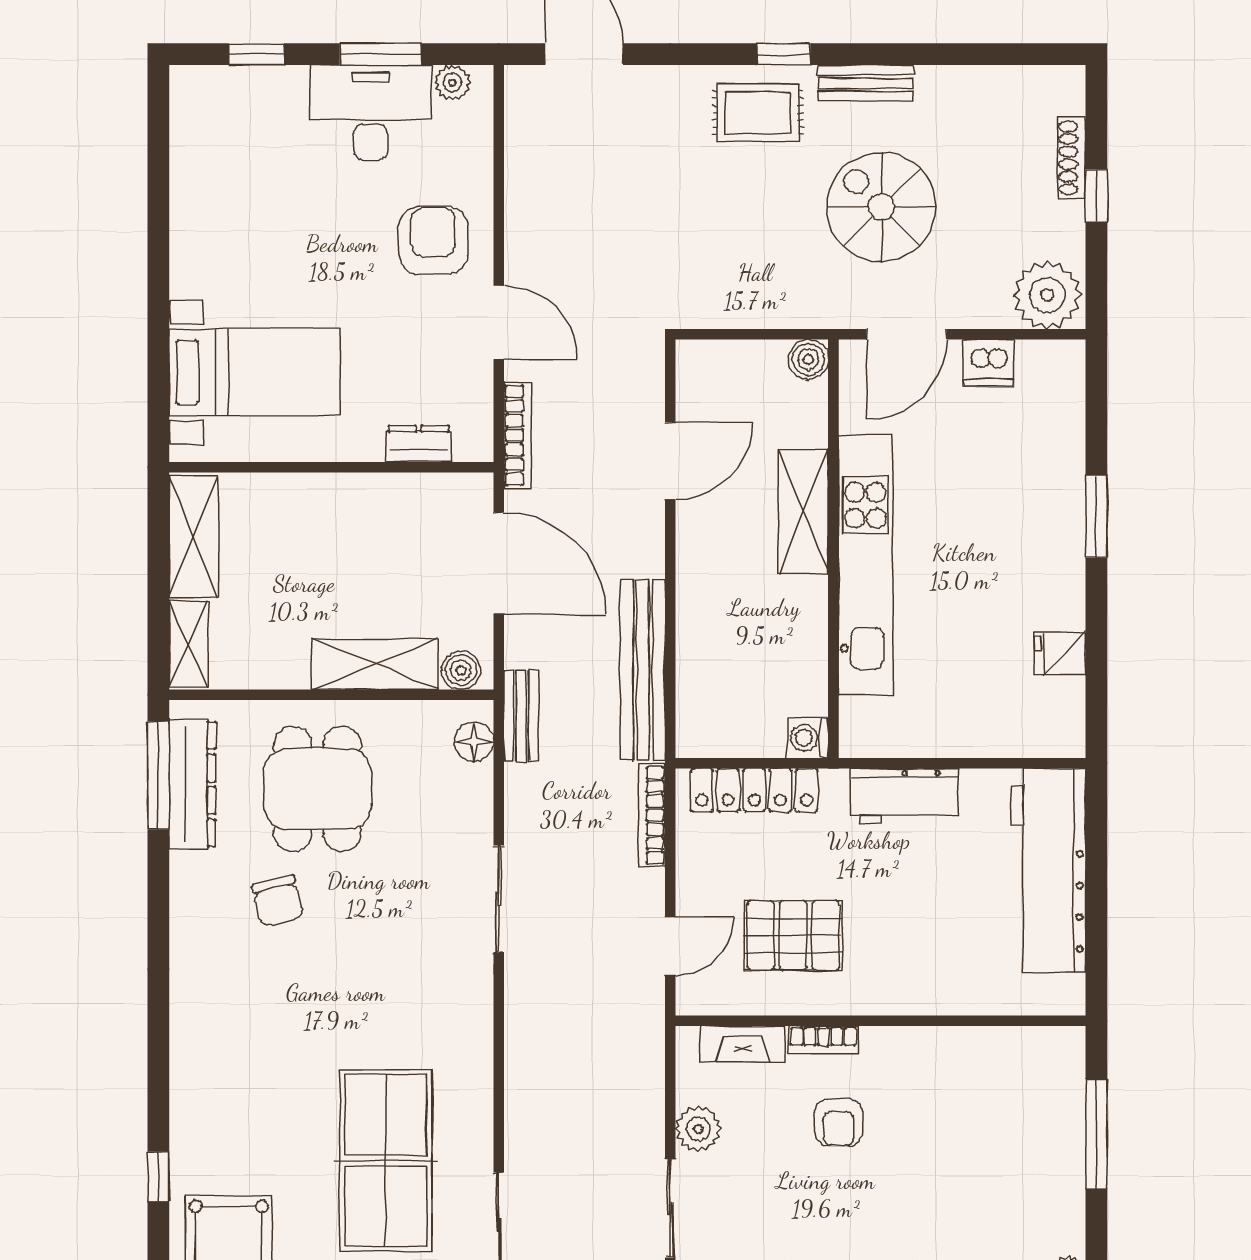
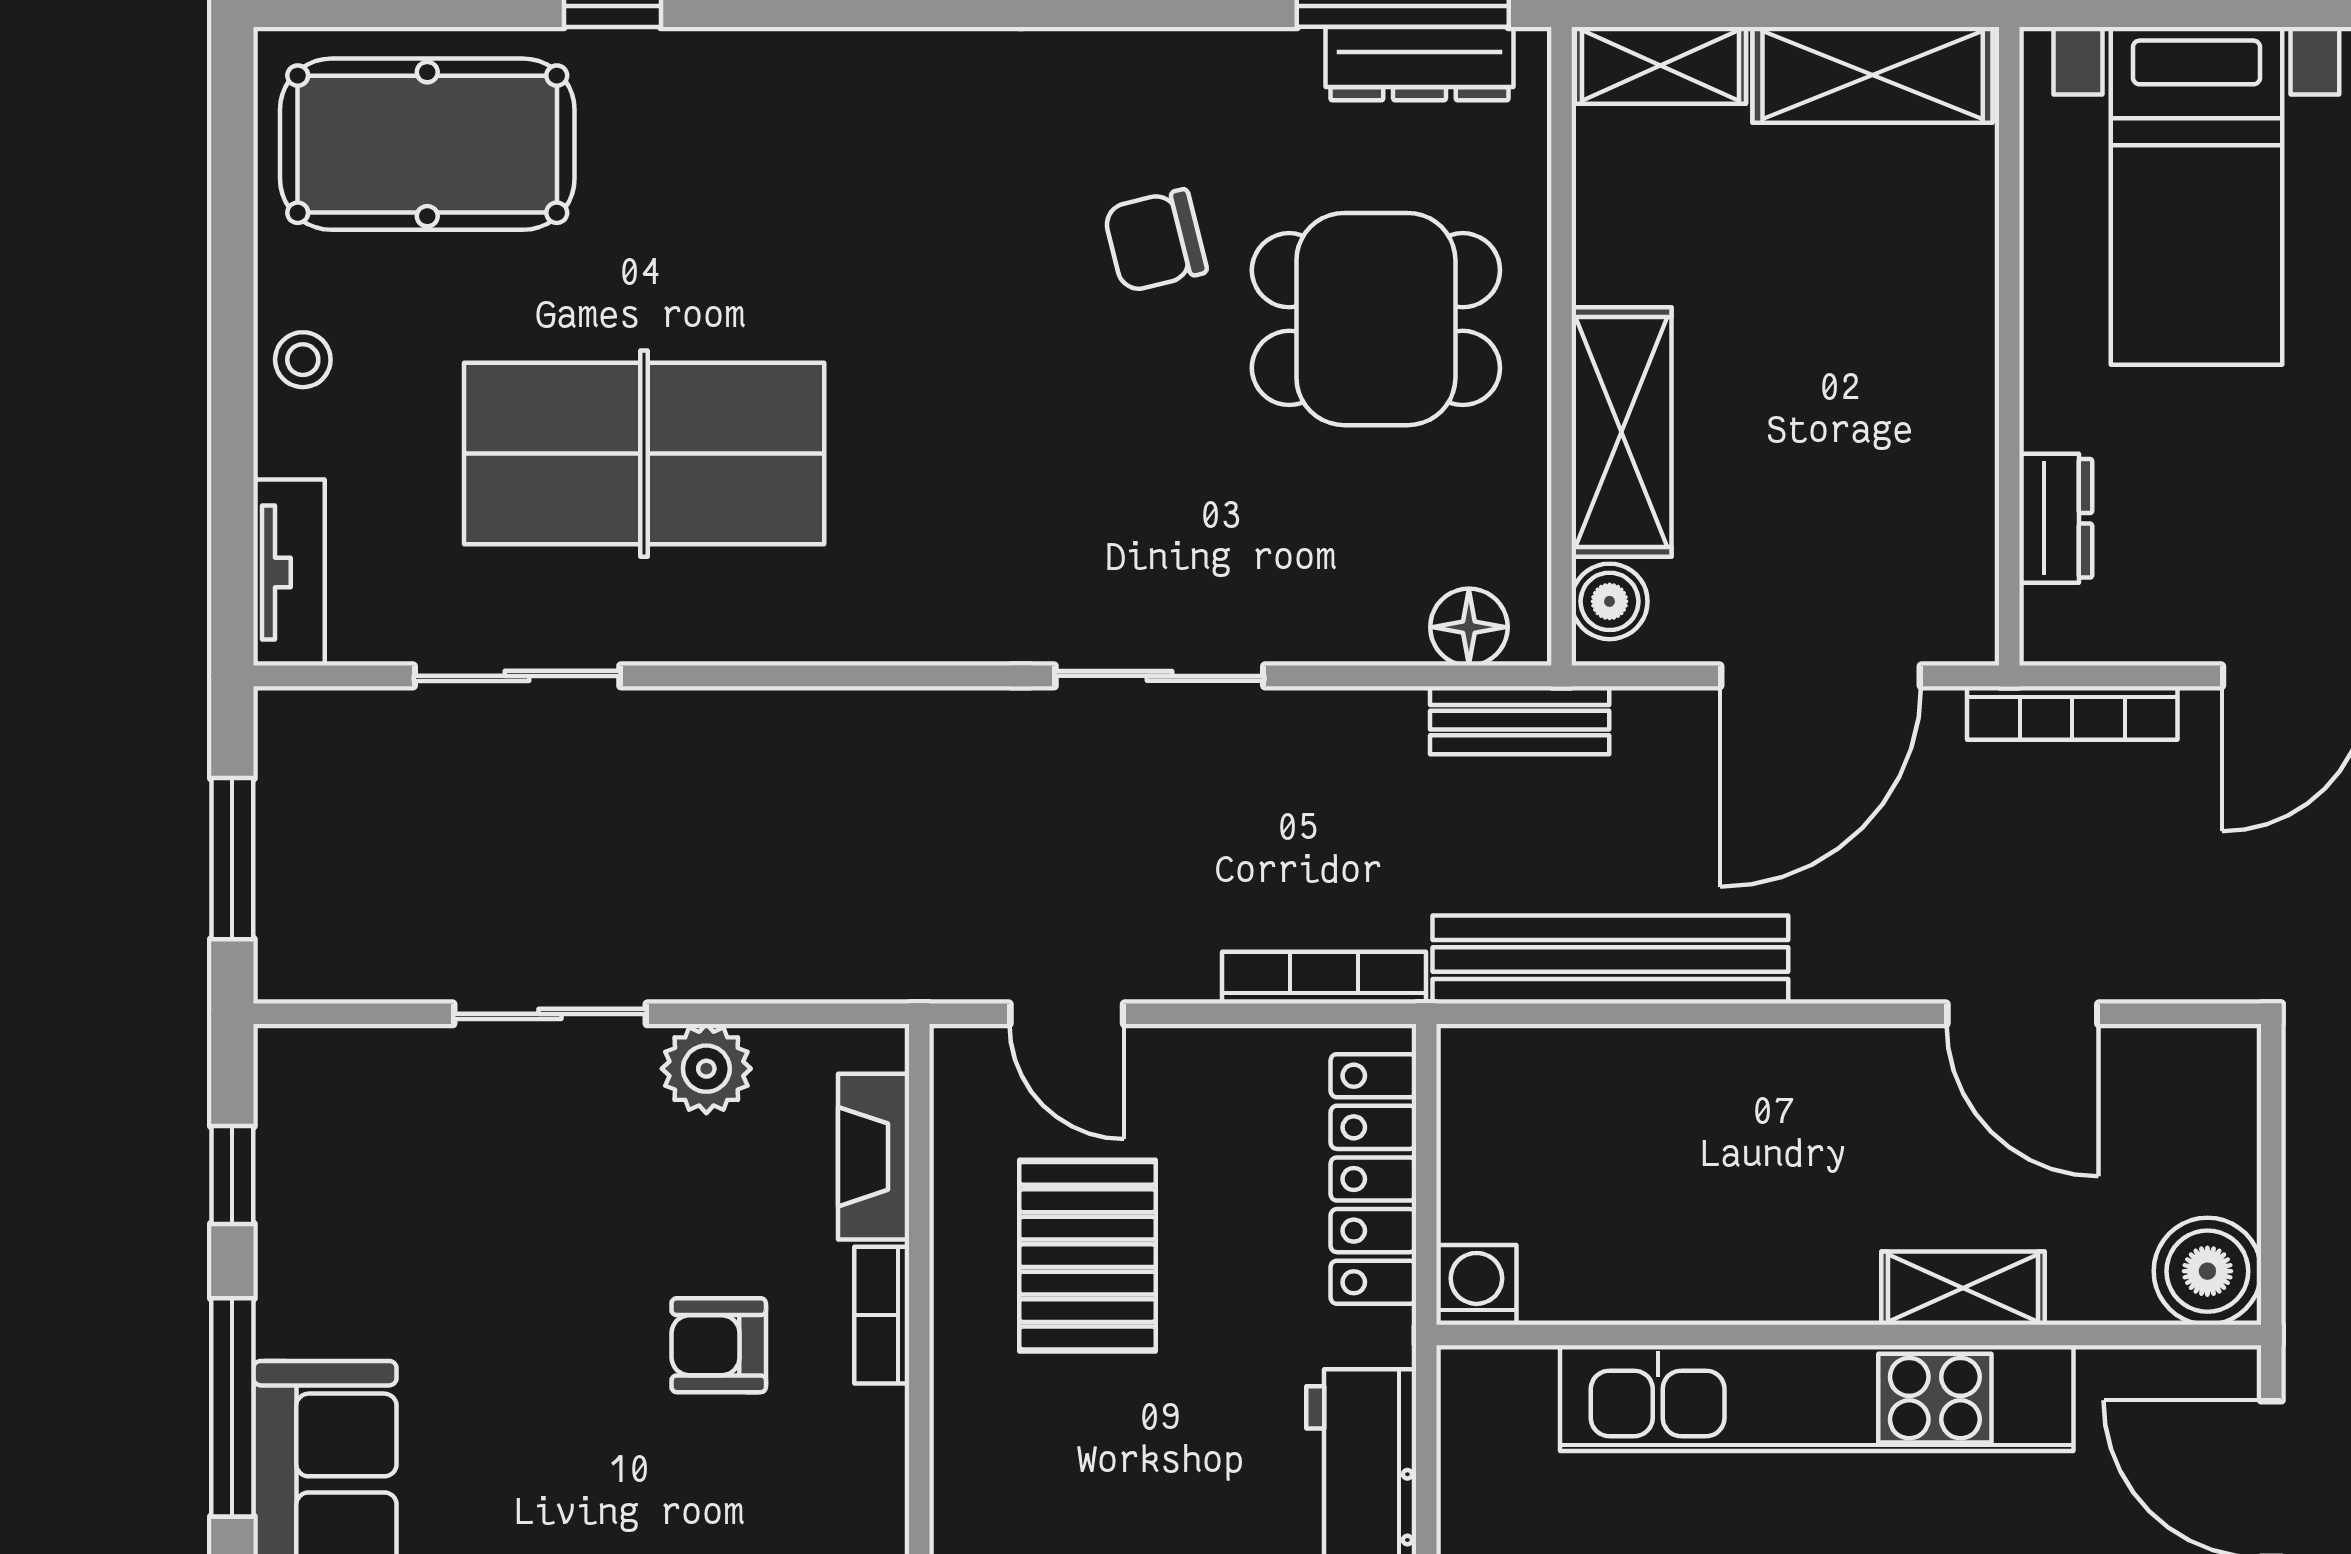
boiler: (808, 359) -> (2207, 1271), width x1.36, depth x1.36
shelving: (803, 512) -> (1963, 1288), width x0.67, depth x0.75
dresser: (192, 784) -> (1420, 64), width x0.73, depth x0.80

